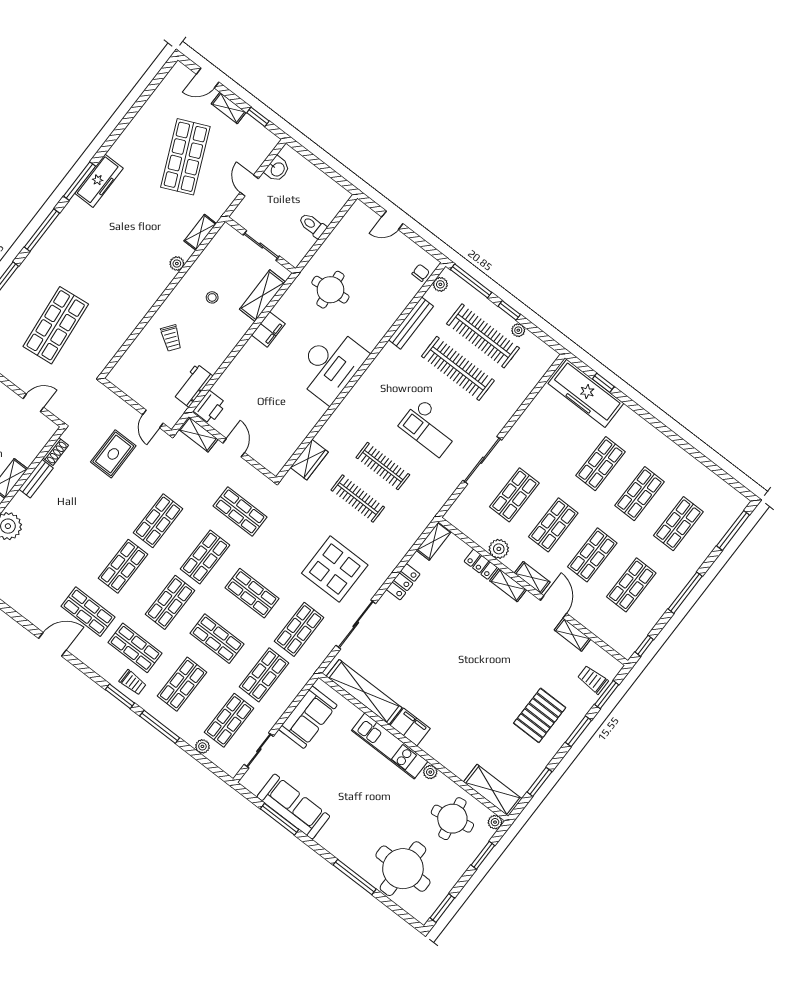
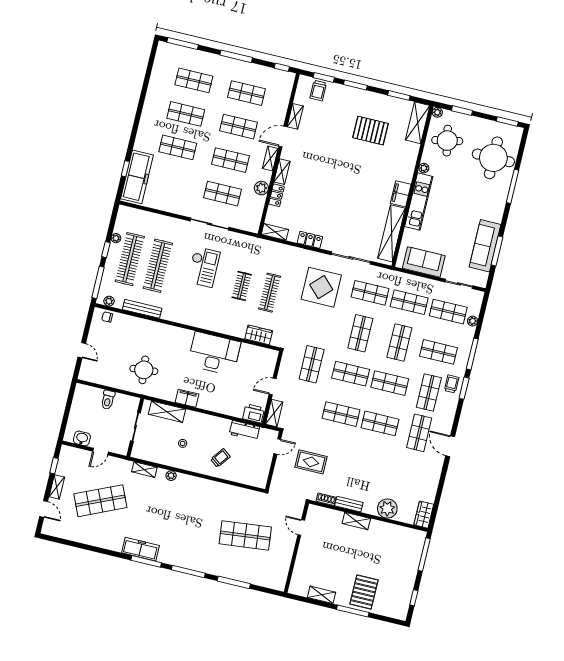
desk: (331, 365) -> (214, 354), moved
clothes rail: (383, 466) -> (242, 286), width x0.73
pallet: (540, 715) -> (371, 131), moved

